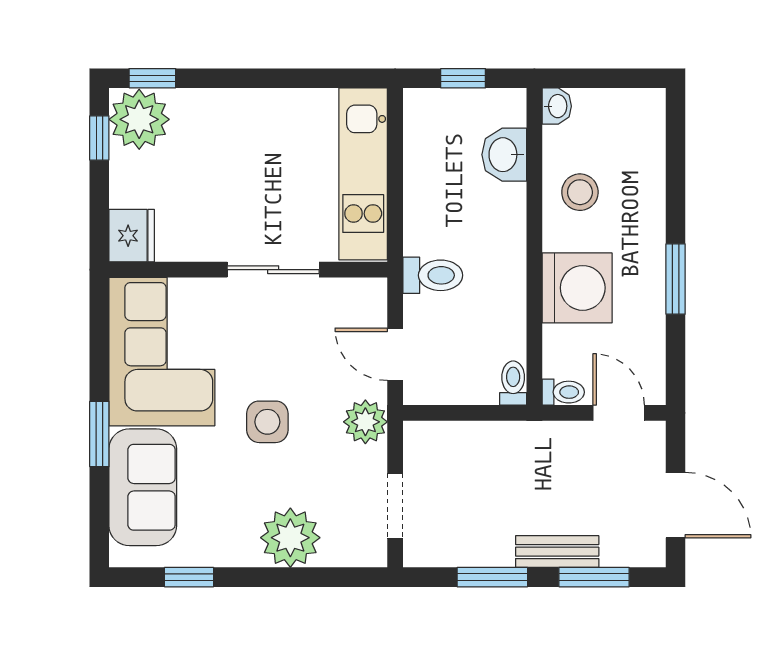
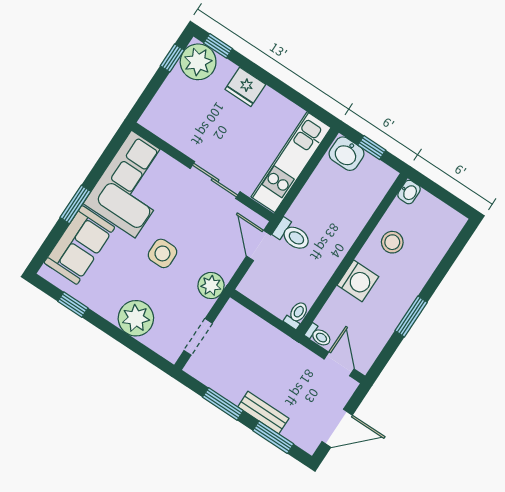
washbasin: (504, 155) -> (346, 154), moved, turned -90
fridge: (132, 236) -> (245, 87), moved, turned 90
washing machine: (577, 288) -> (358, 281), width x0.73, depth x0.73
door: (395, 354) -> (259, 245), moved
door: (676, 505) -> (337, 428), hinge flipped

